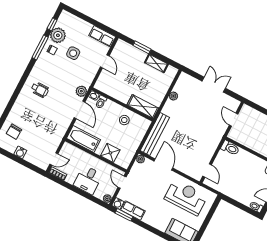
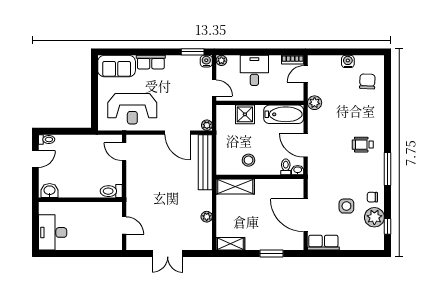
window: (40, 47) -> (388, 169), moved
door: (105, 61) -> (306, 215), width x1.87
shelving: (156, 63) -> (230, 244), moved
plant: (81, 91) -> (315, 103), moved
row of seats: (133, 210) -> (151, 62), moved

